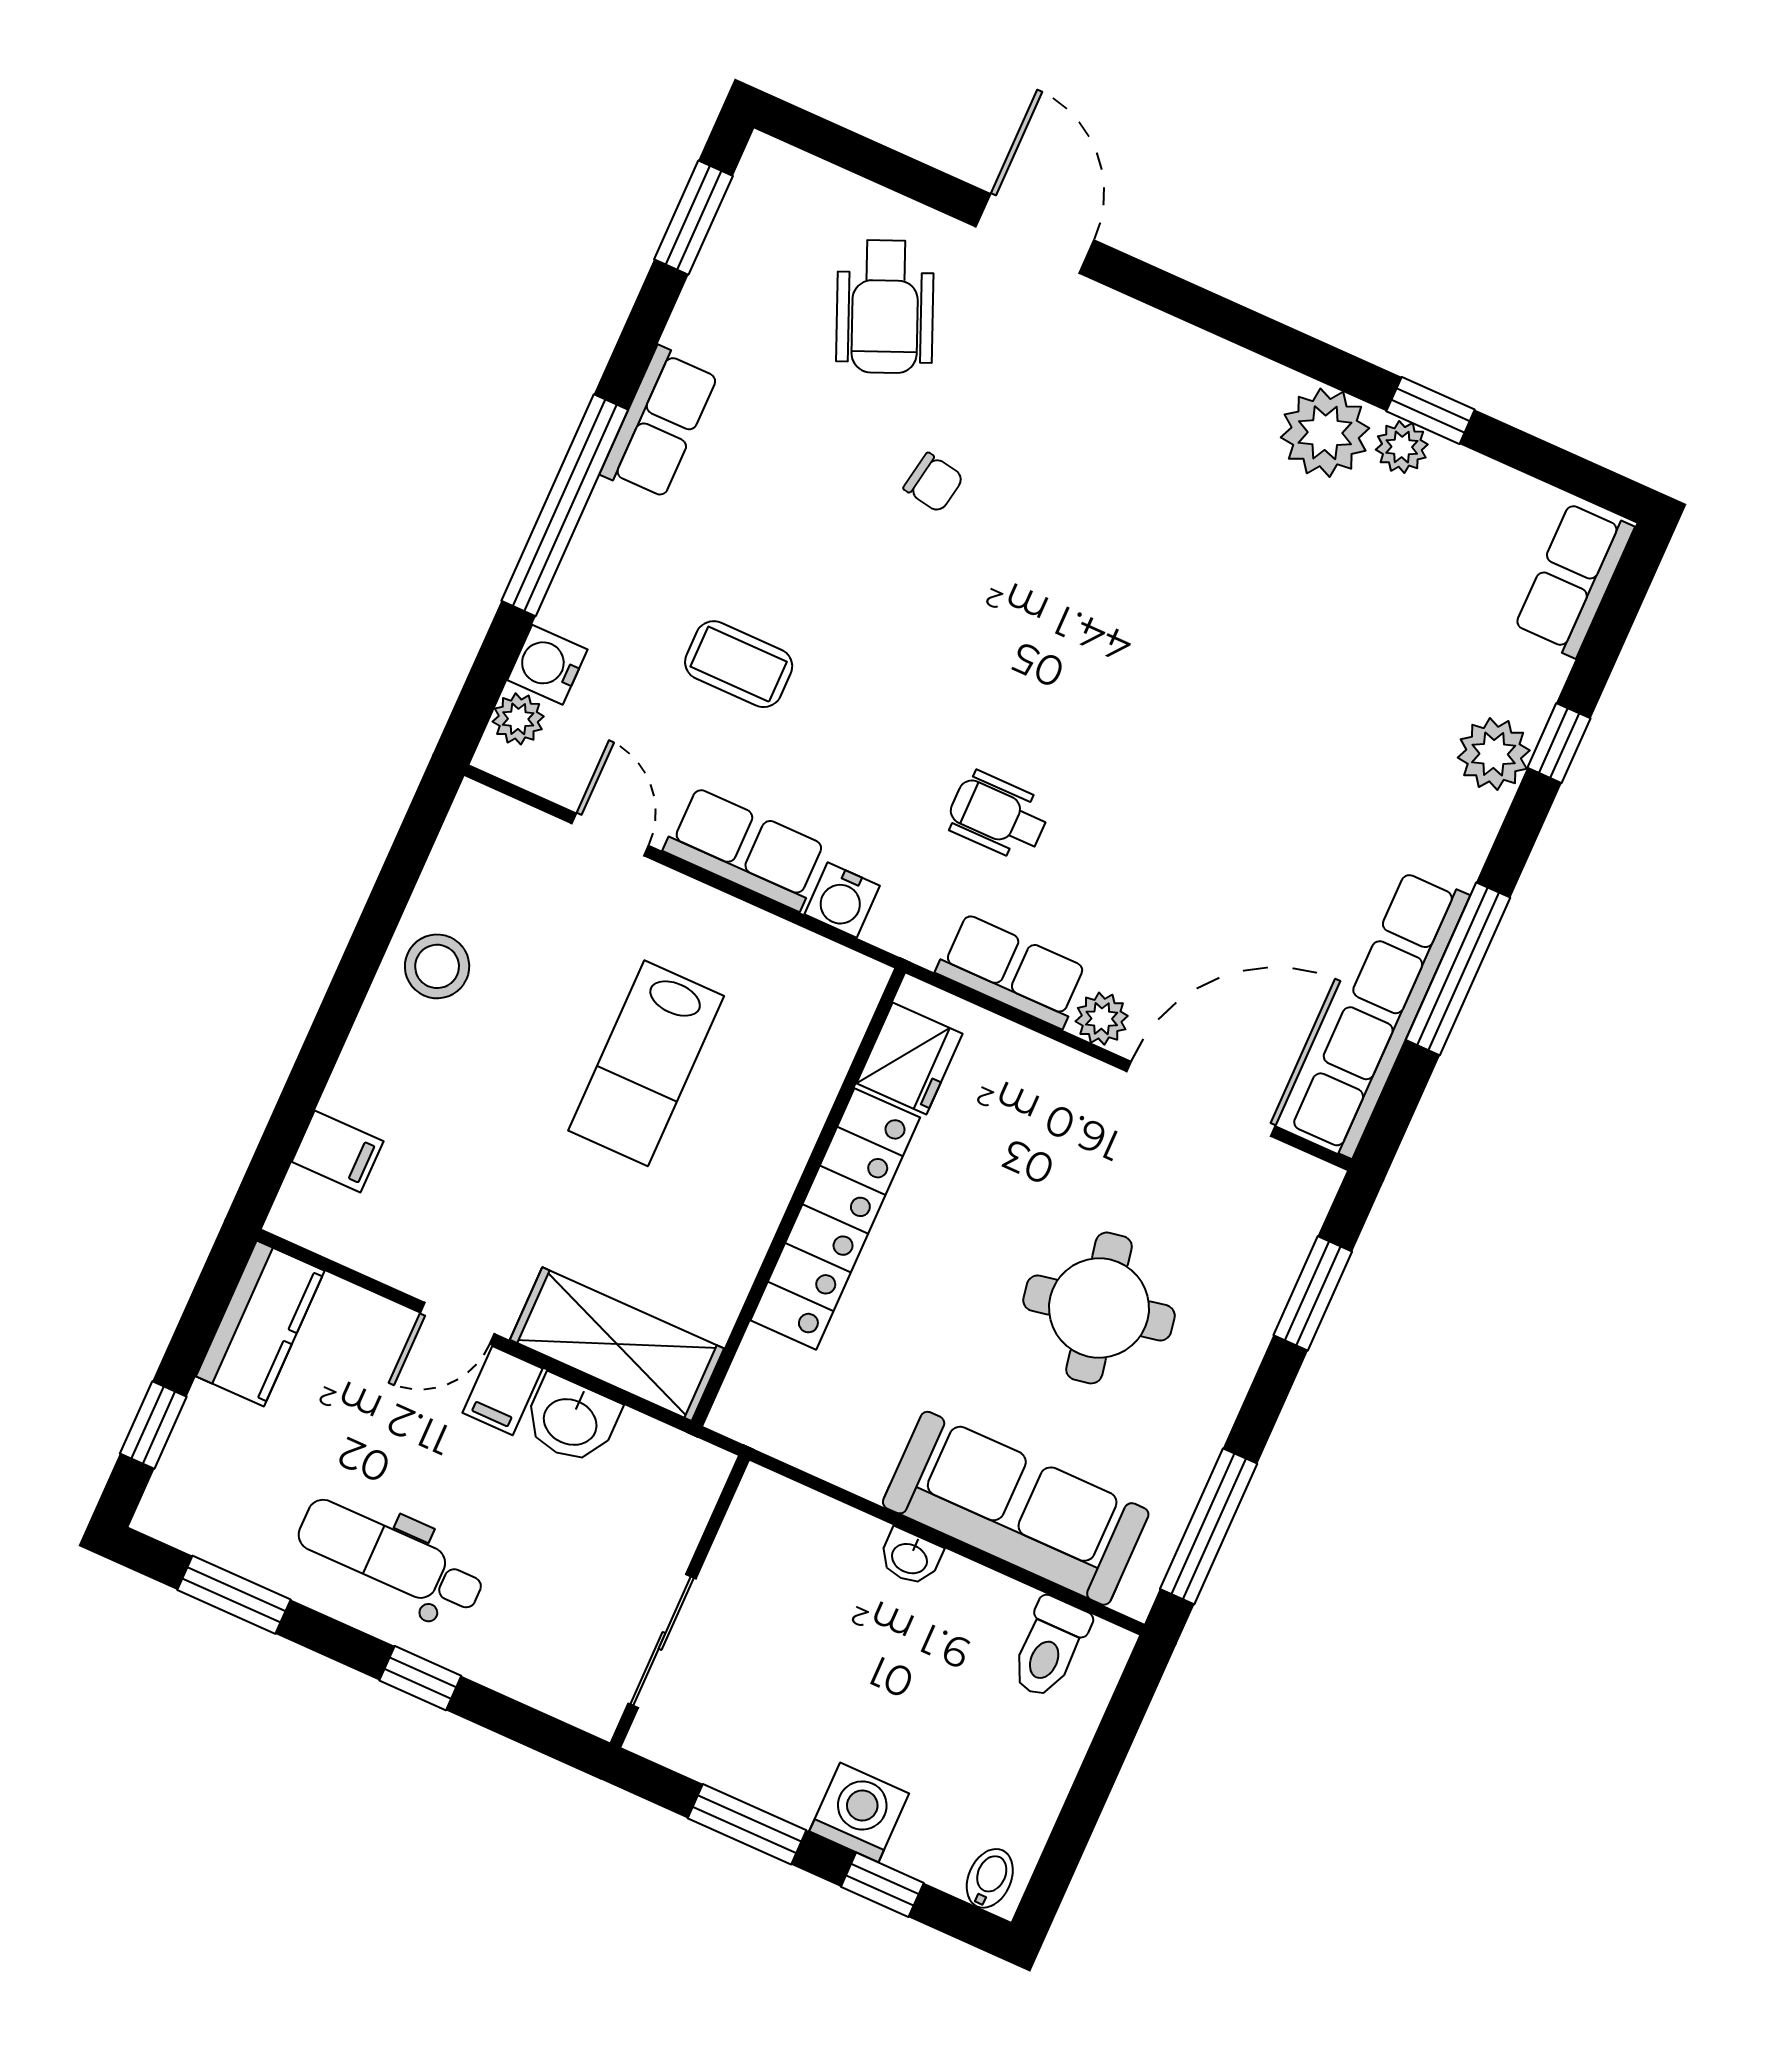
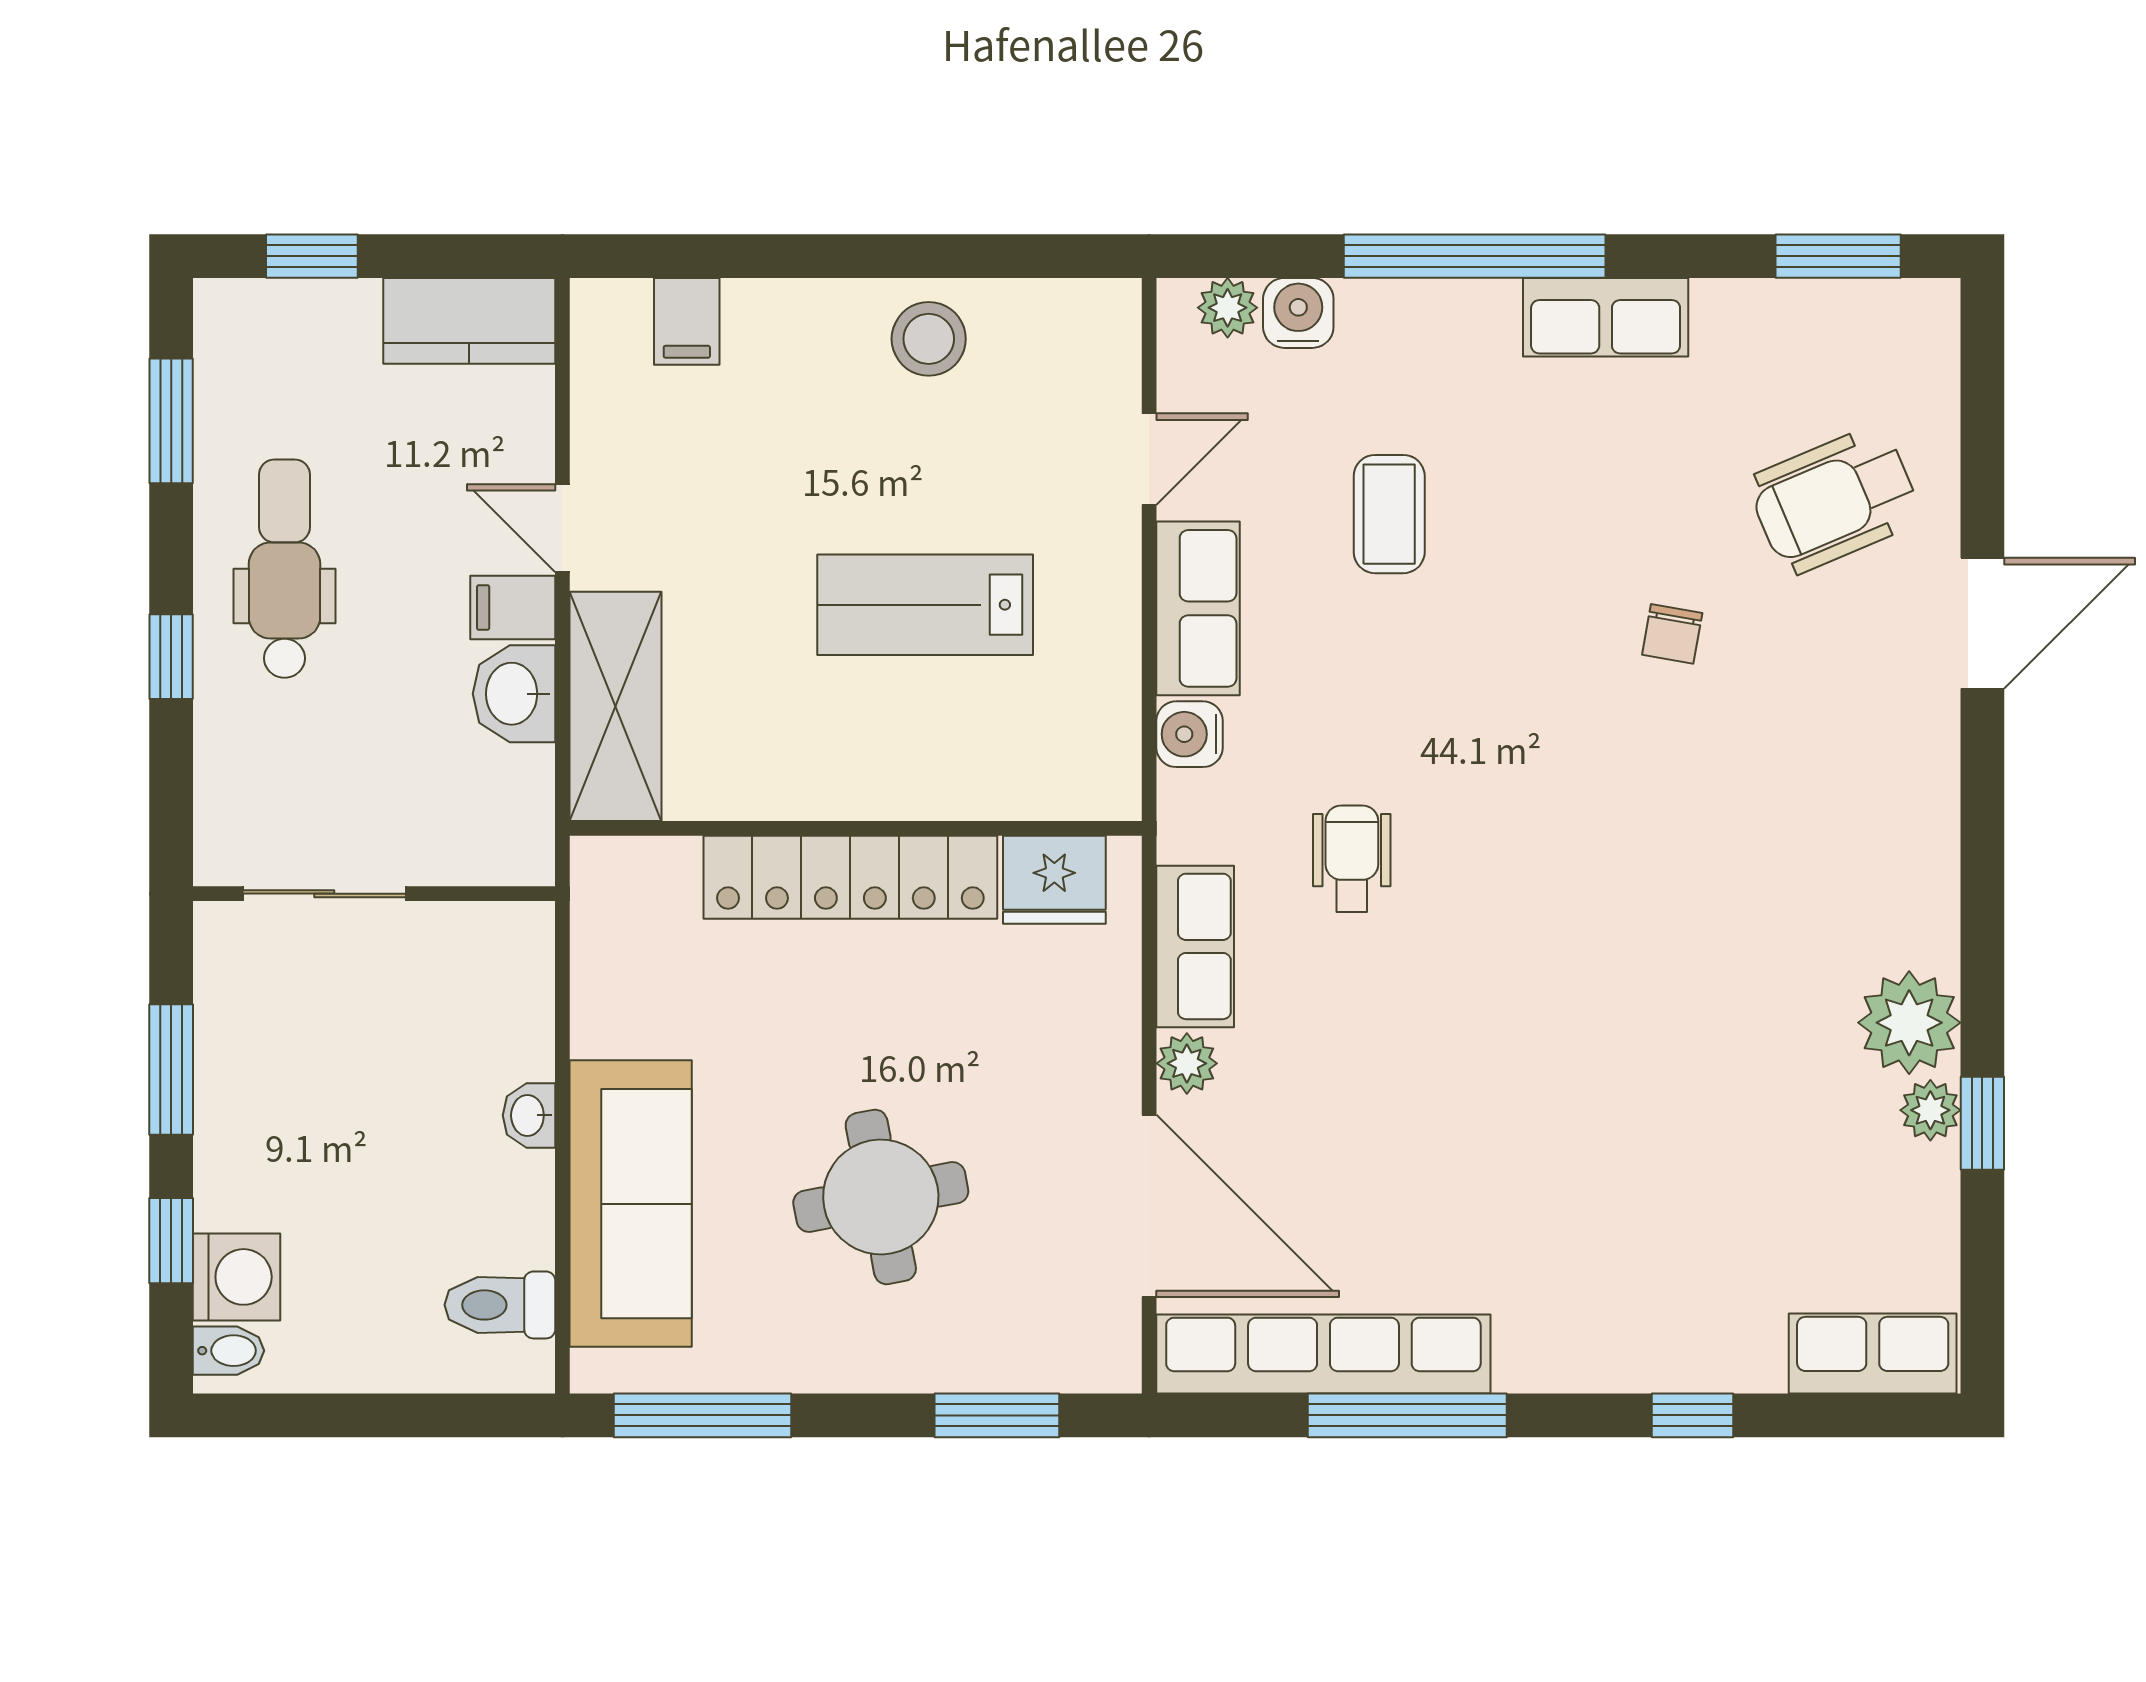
plant: (1494, 754) -> (1650, 1352), removed
washing machine: (859, 1812) -> (237, 1277), moved

